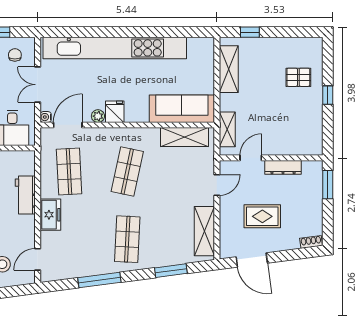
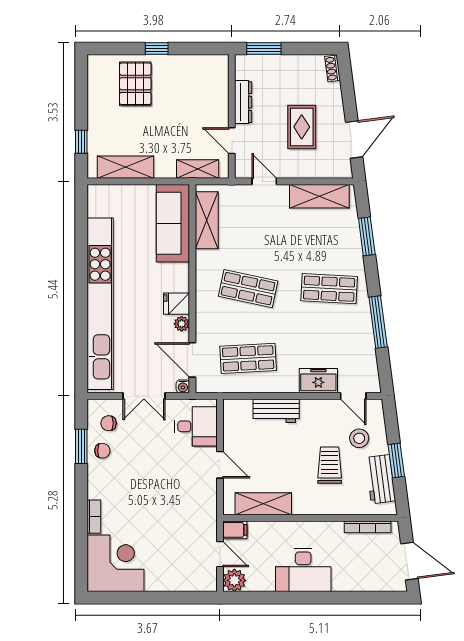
pallet: (298, 77) -> (135, 84), width x1.50, depth x1.42
freezer: (50, 215) -> (318, 381), moved

